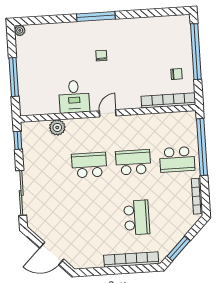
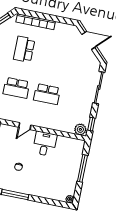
plant: (57, 127) -> (80, 129), moved

